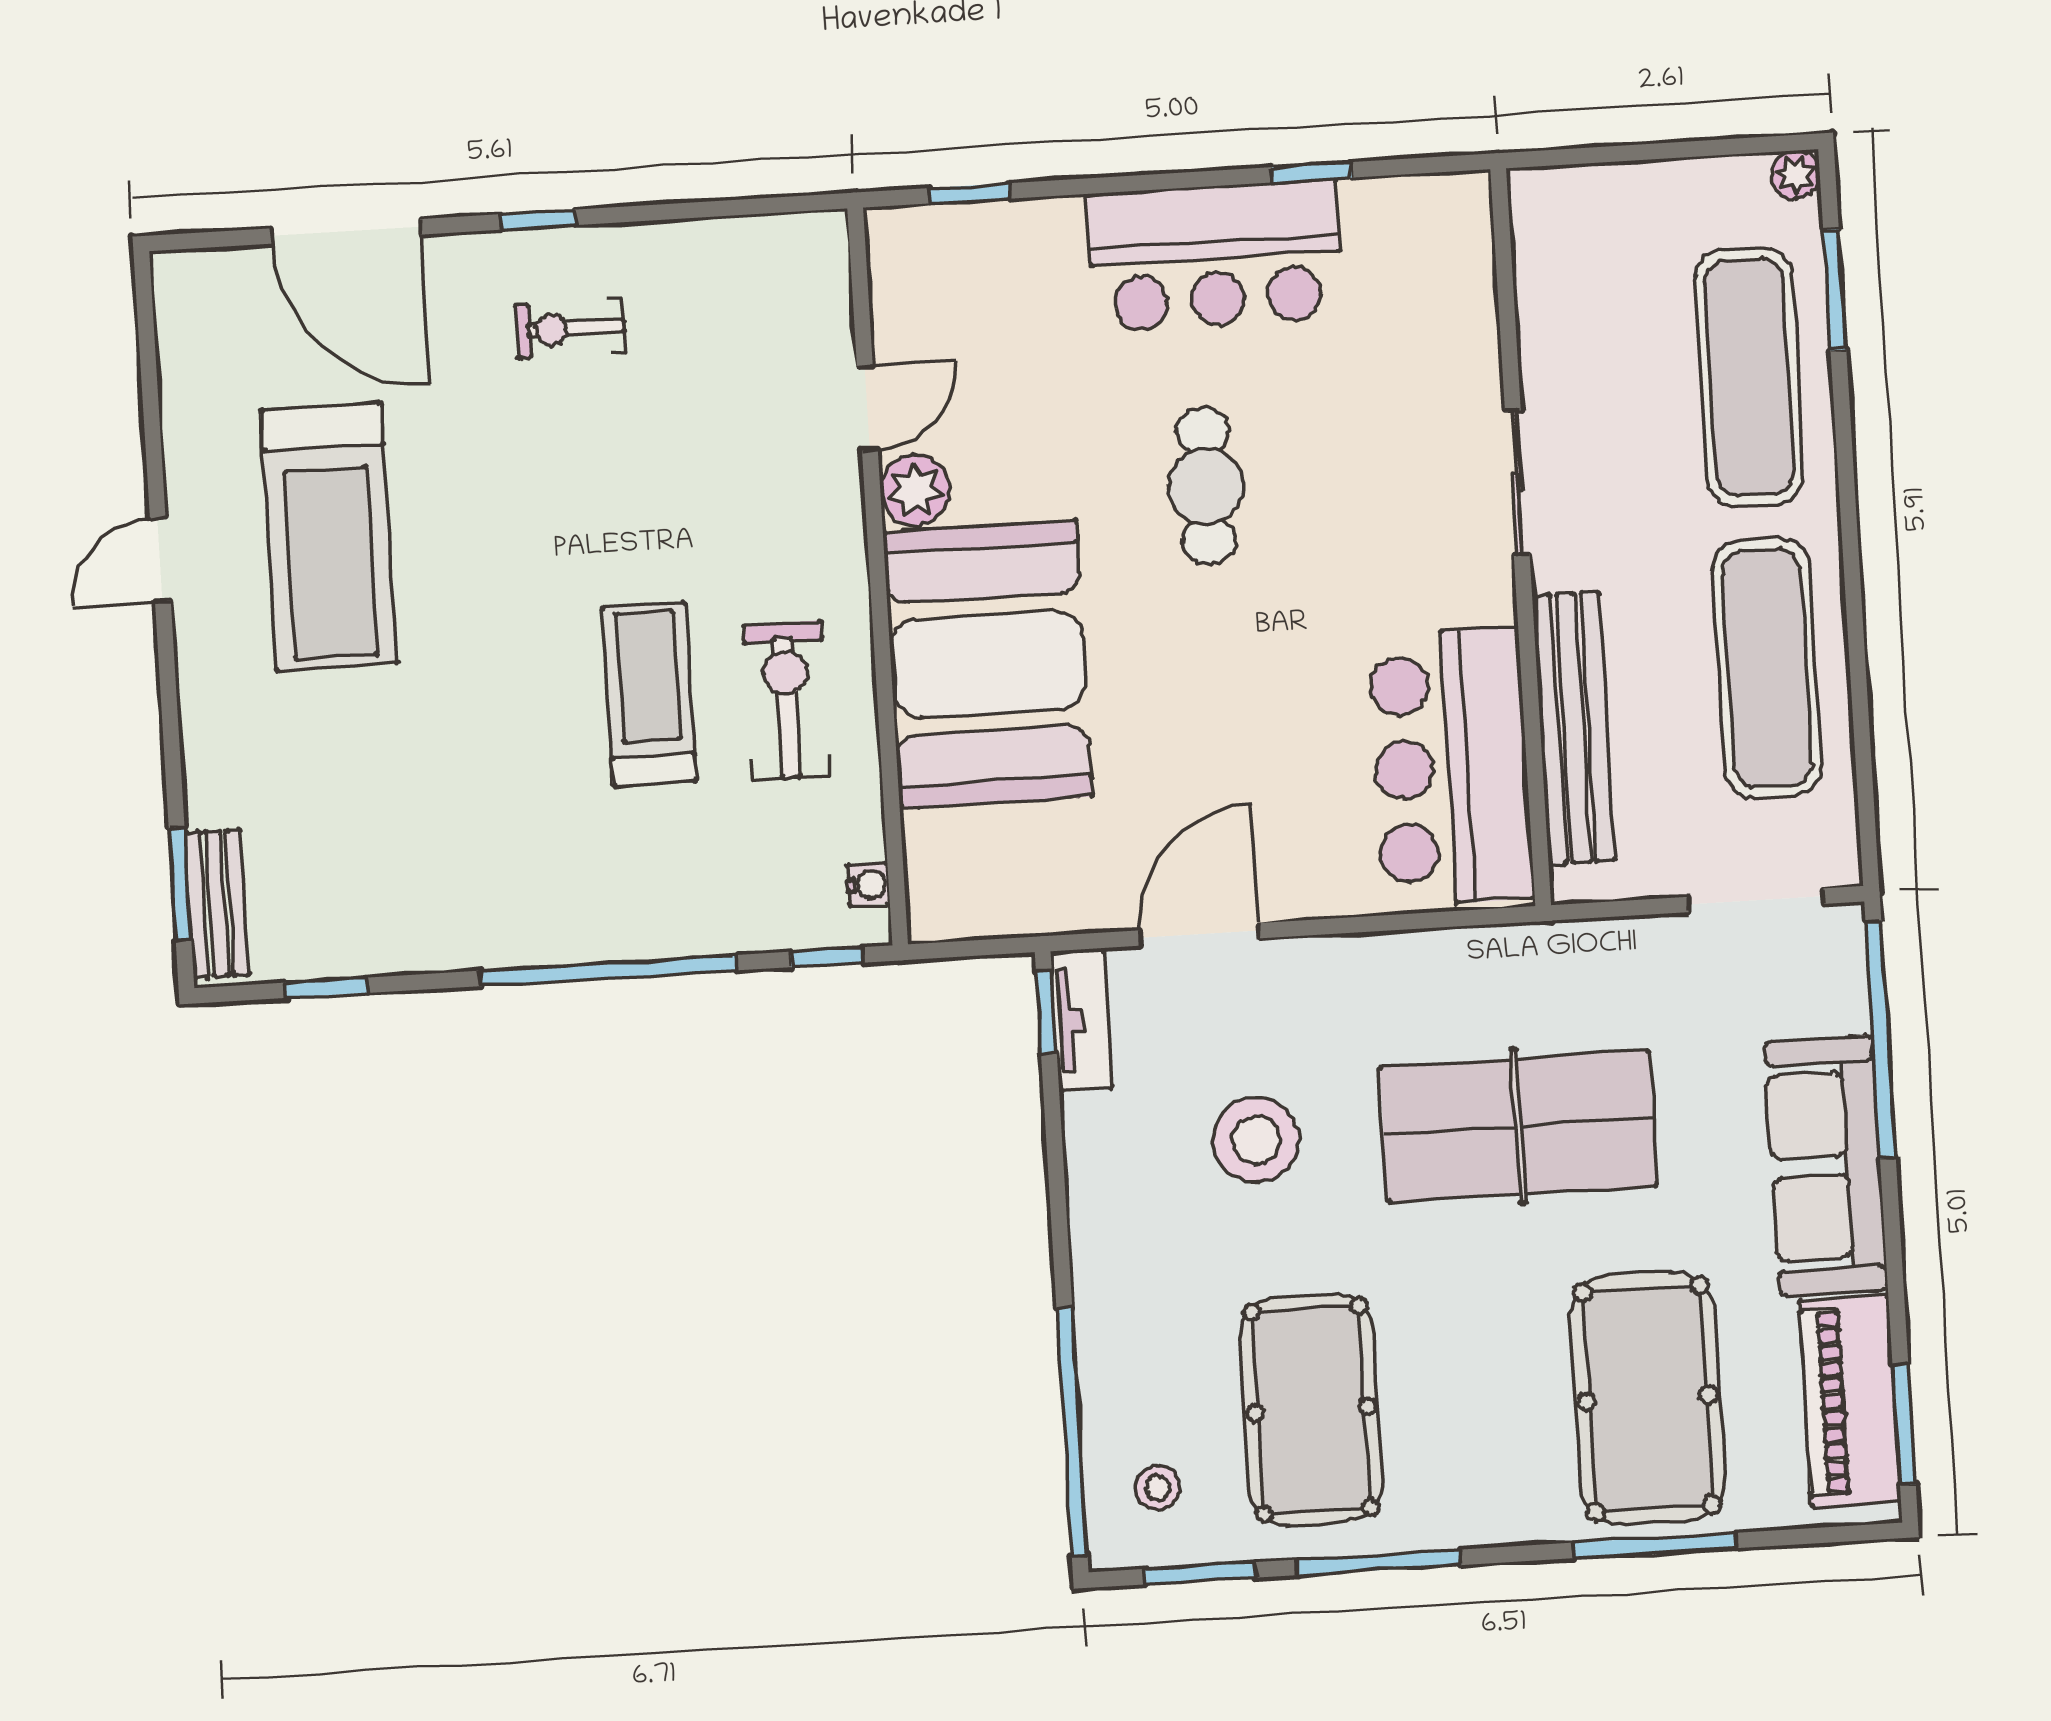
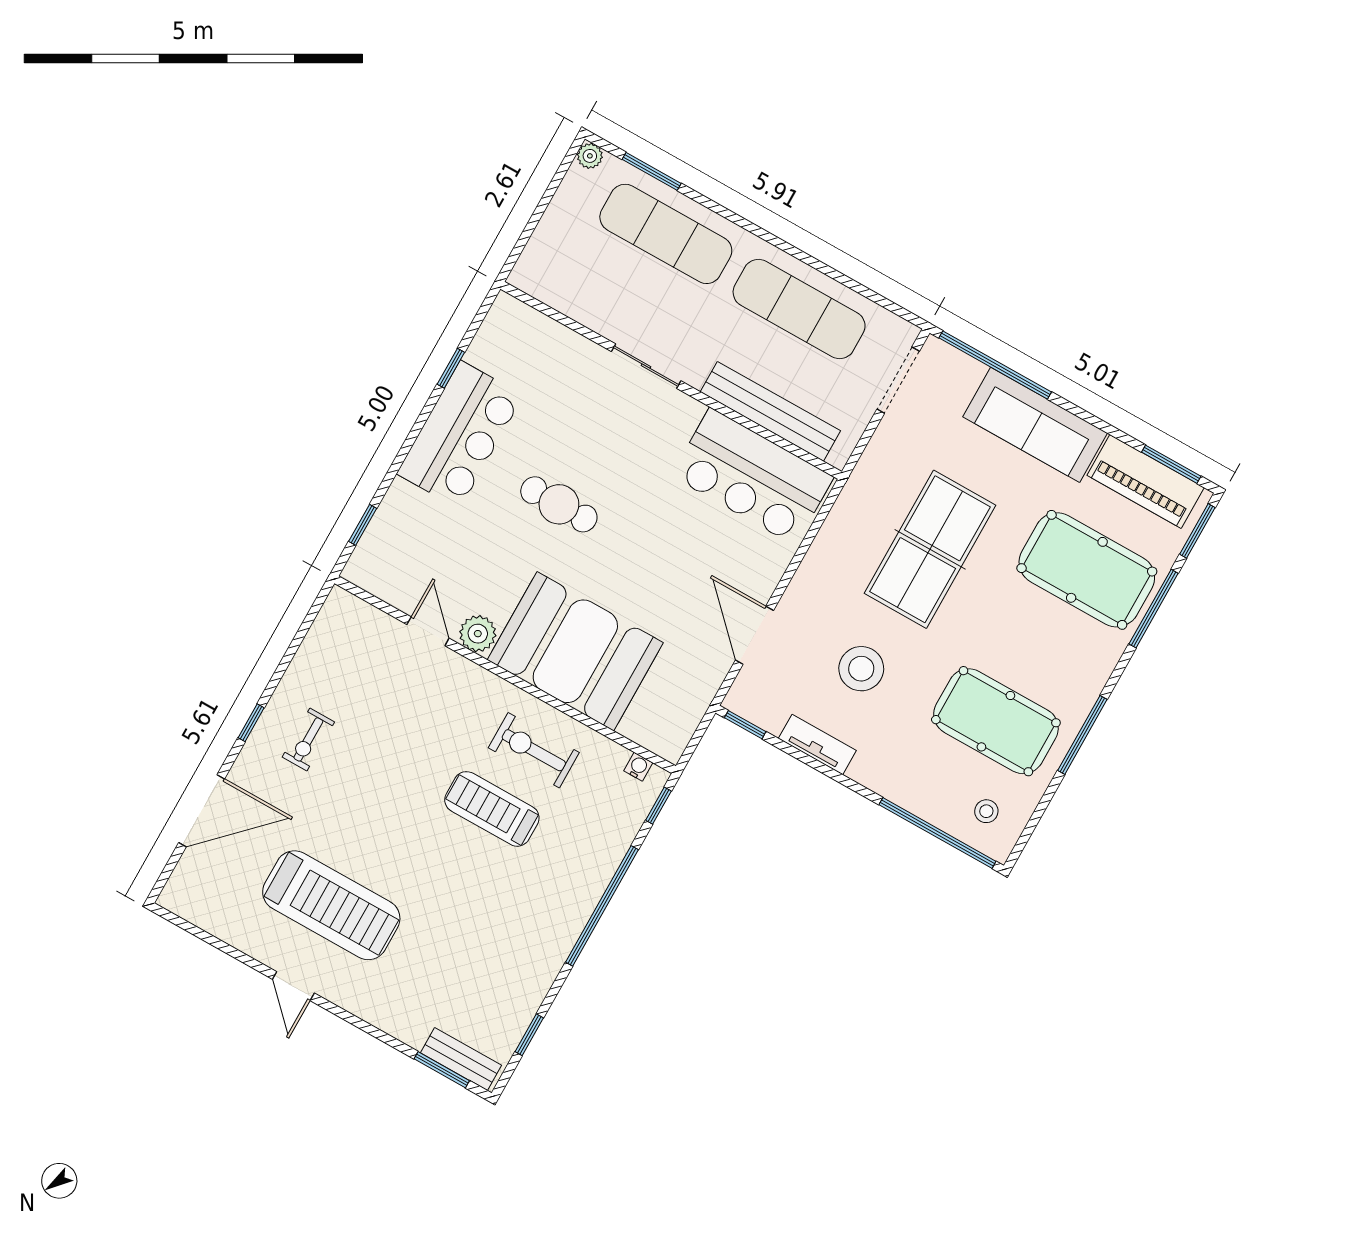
tv unit: (1081, 1020) -> (817, 744), moved
window: (1200, 1573) -> (1197, 531), moved

